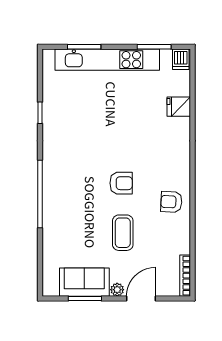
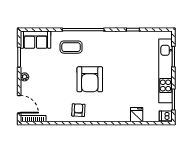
armchair: (121, 183) -> (90, 79), width x1.88, depth x1.88
coffee table: (123, 233) -> (71, 47), moved
sofa: (84, 282) -> (36, 40), moved, turned 90
door: (141, 298) -> (19, 104), moved

